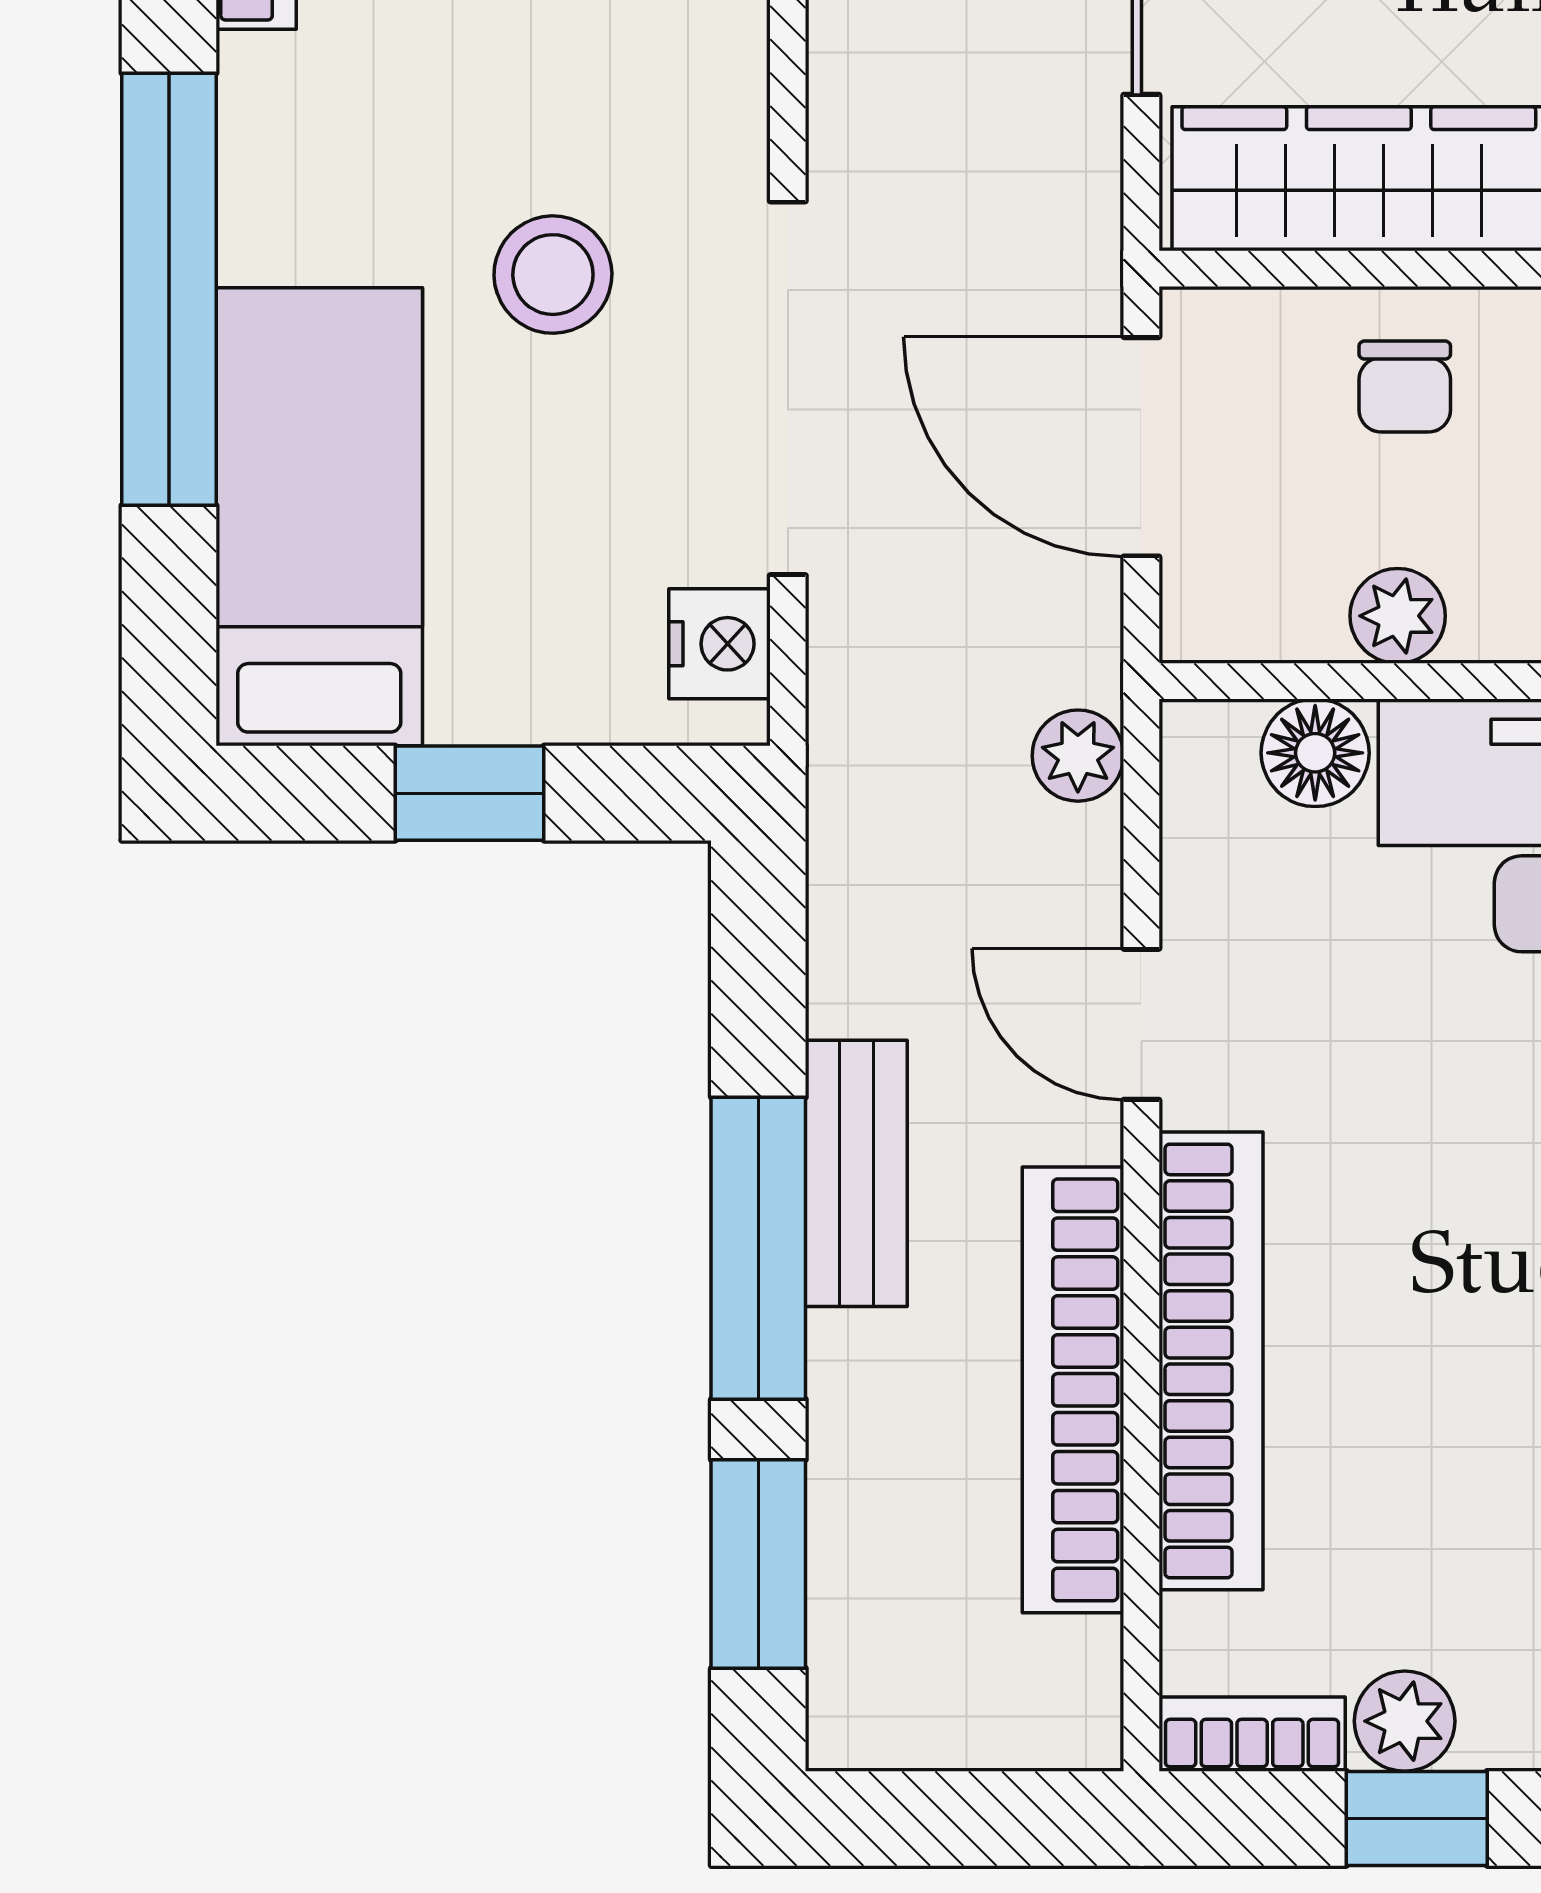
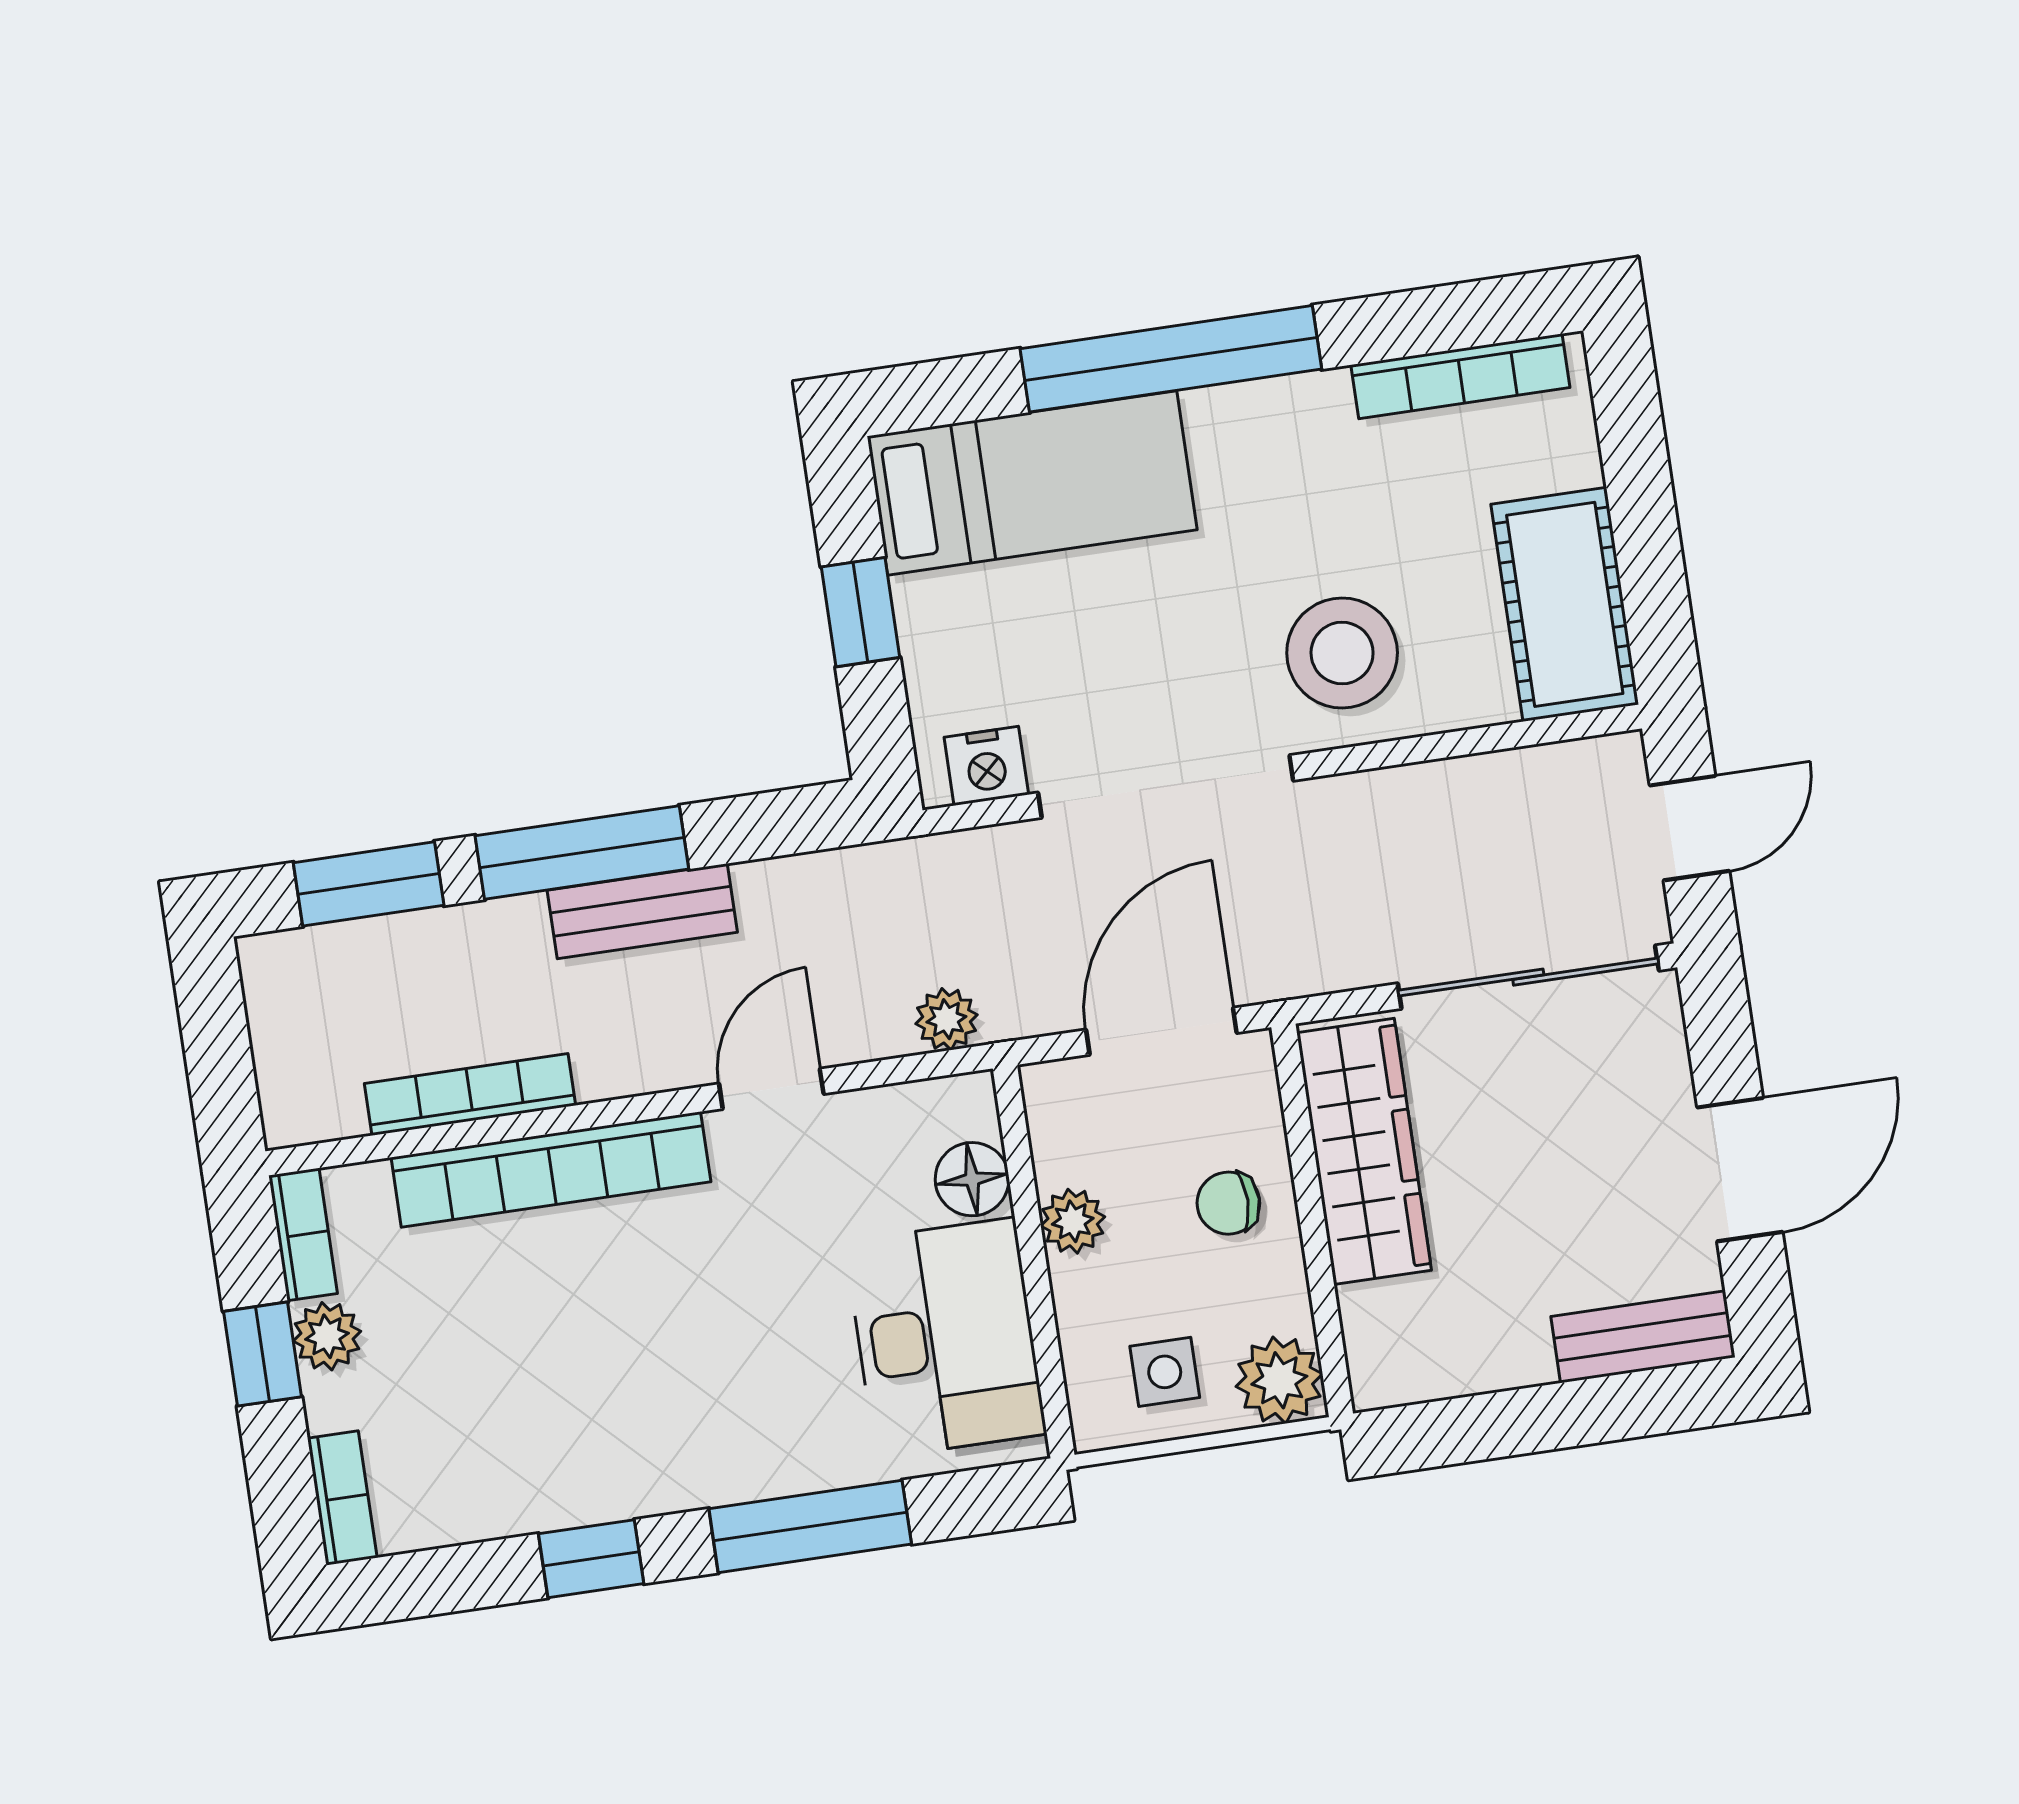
stool: (553, 275) -> (1342, 653), moved, width x1.38, depth x1.38
bookcase: (1073, 1390) -> (470, 1095), width x0.68, depth x0.76

